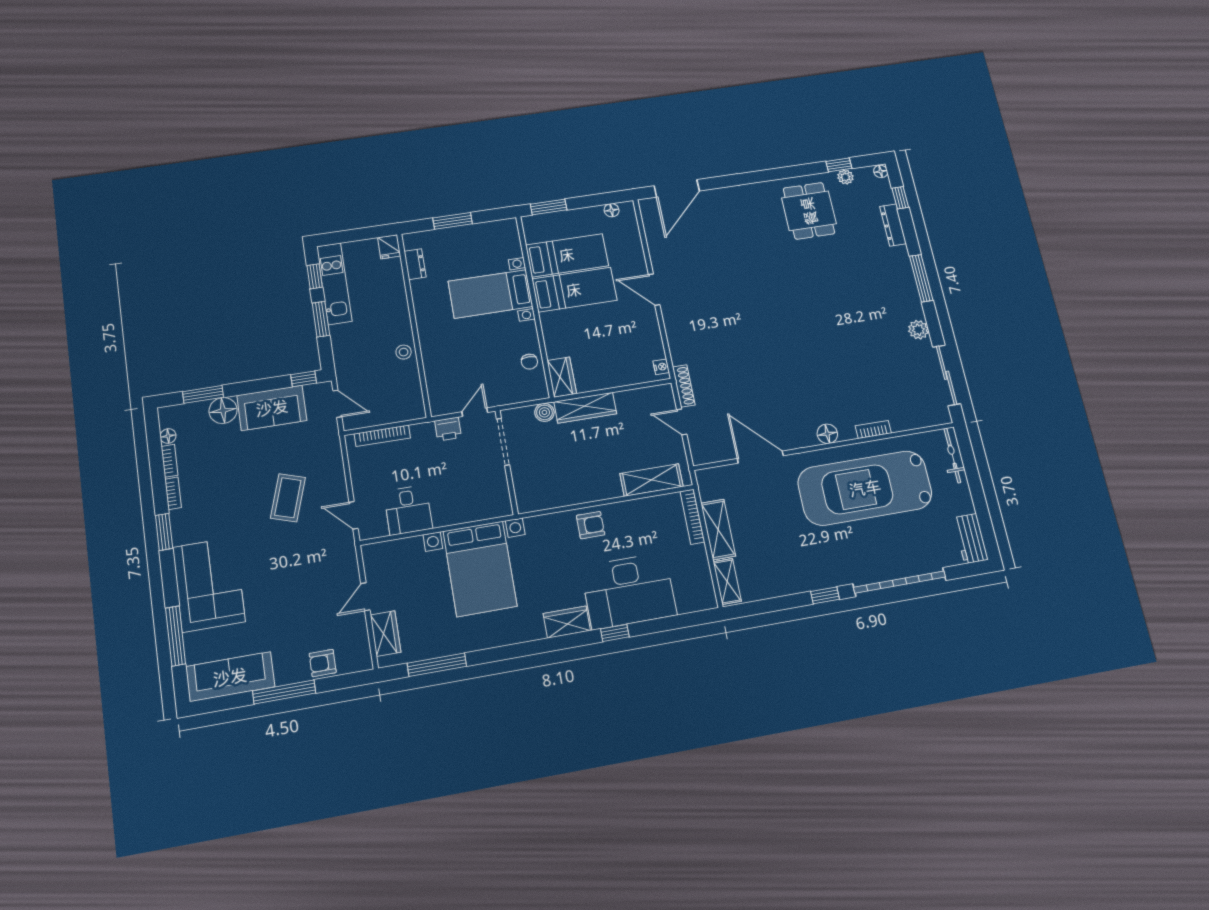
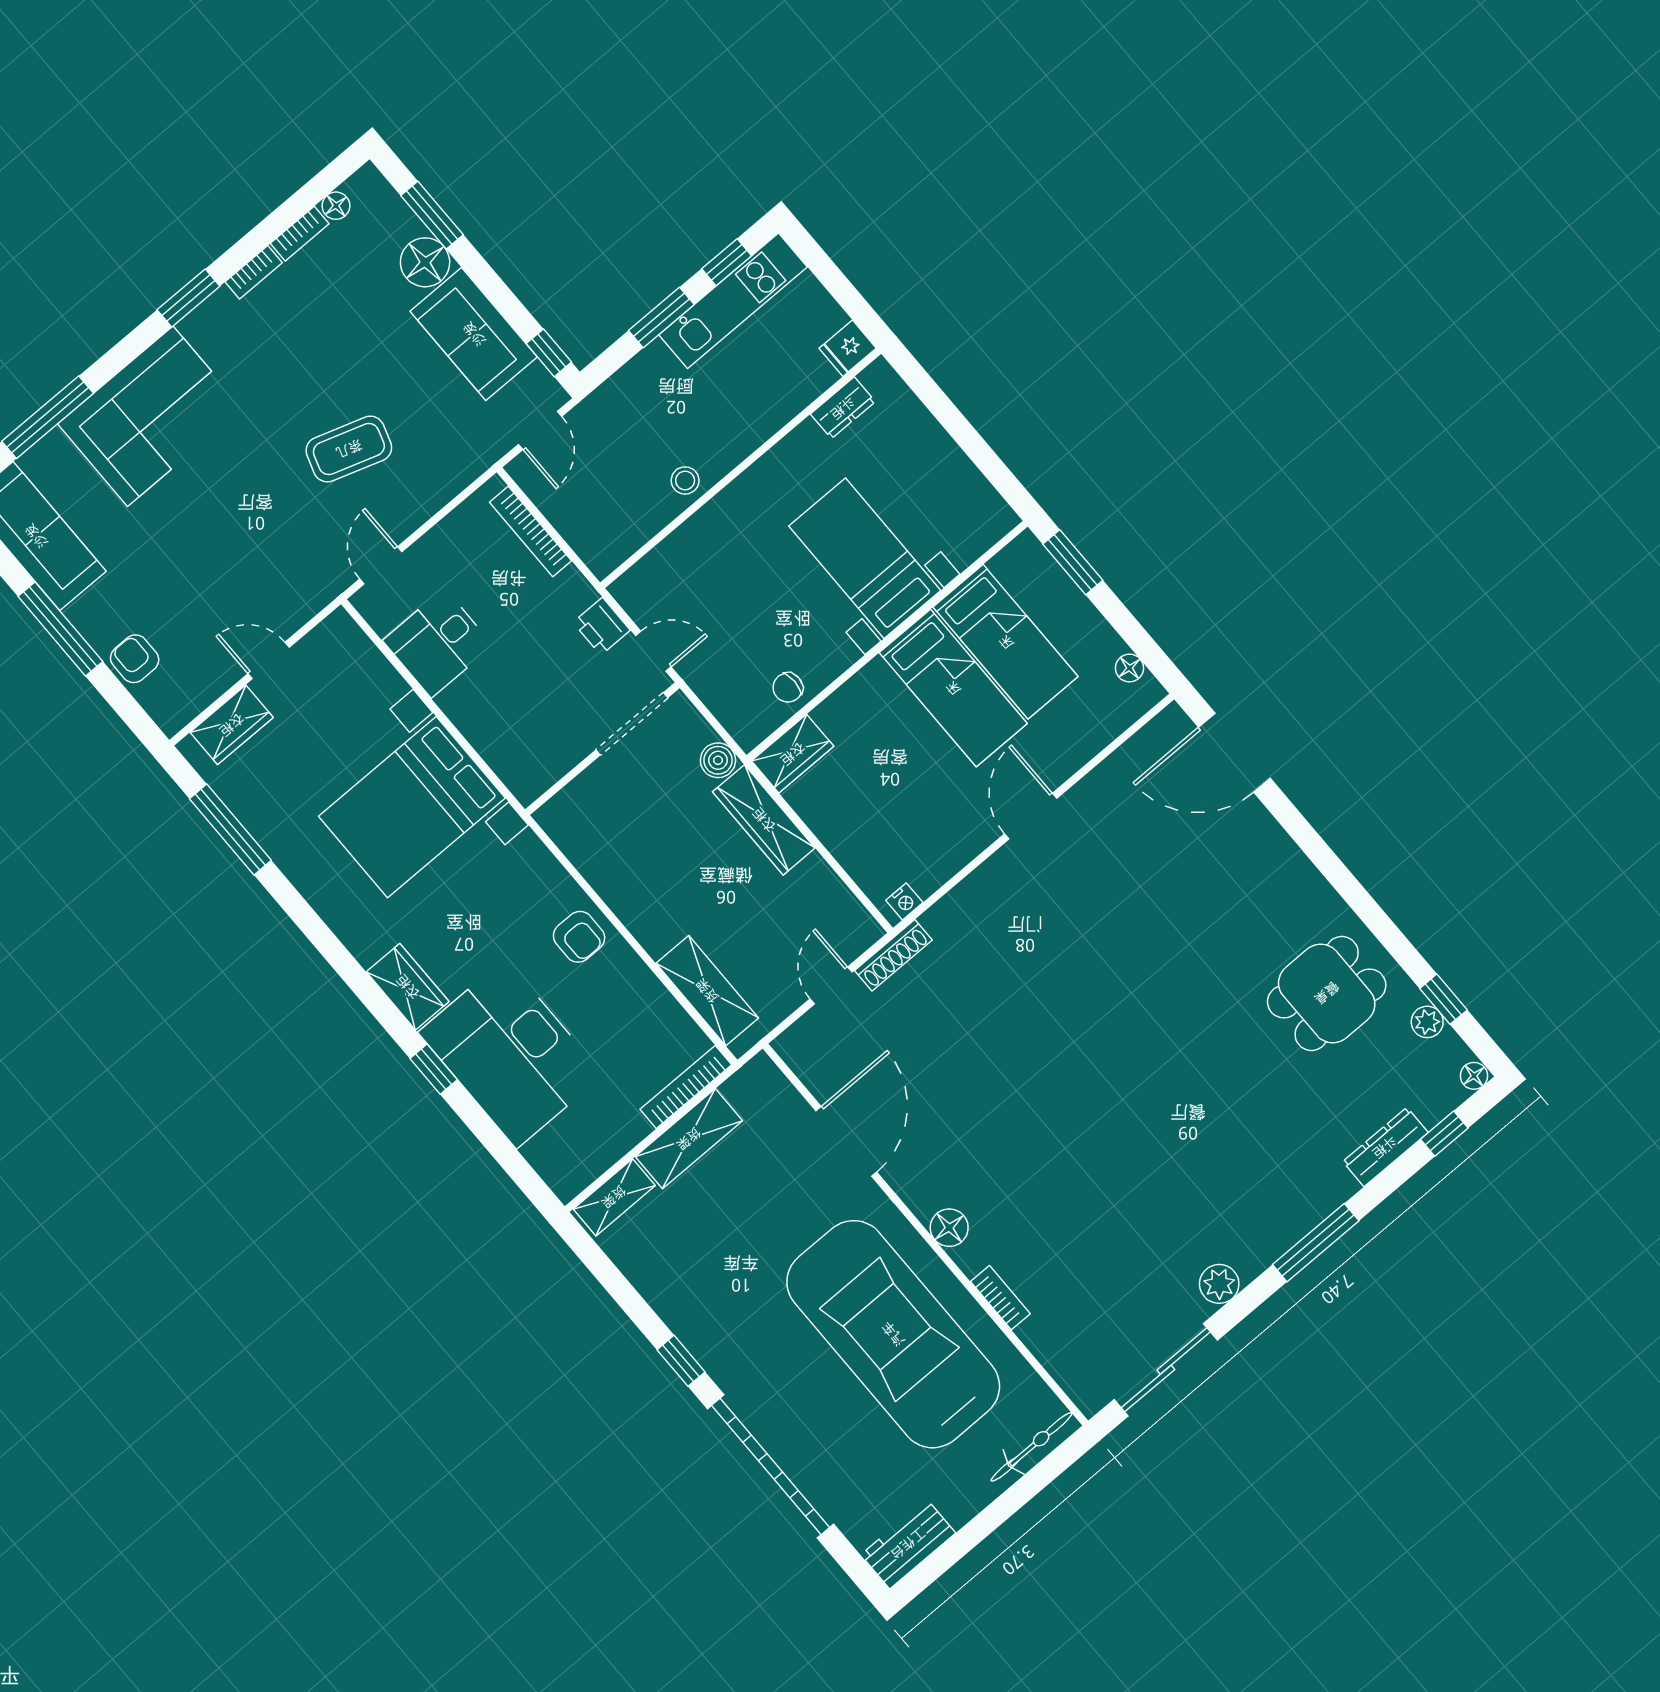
window: (453, 221) -> (954, 422), removed

